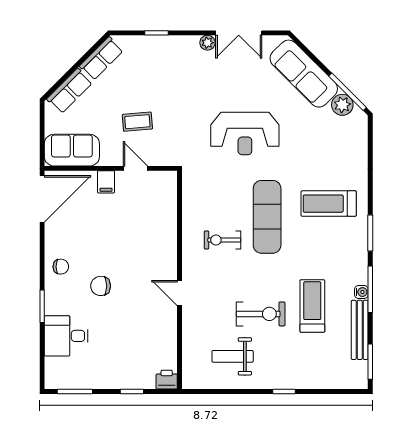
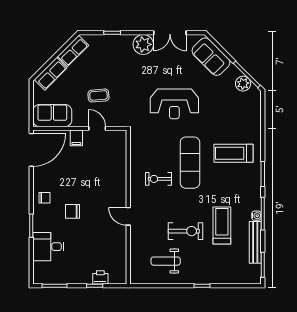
plant: (207, 43) -> (143, 44), width x1.88, depth x1.88
sofa: (304, 74) -> (211, 57), width x0.73
printer: (167, 380) -> (100, 277), moved

